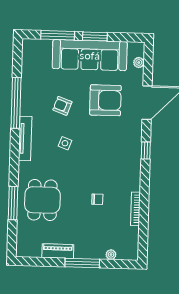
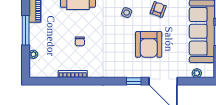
armchair: (105, 100) -> (149, 44), moved
window: (146, 151) -> (134, 81), moved

